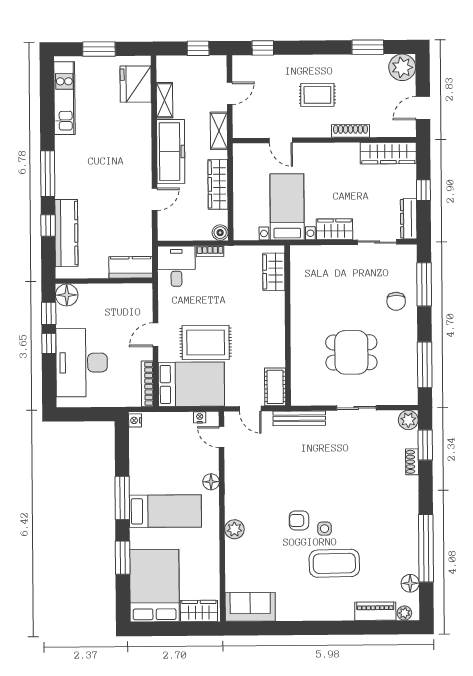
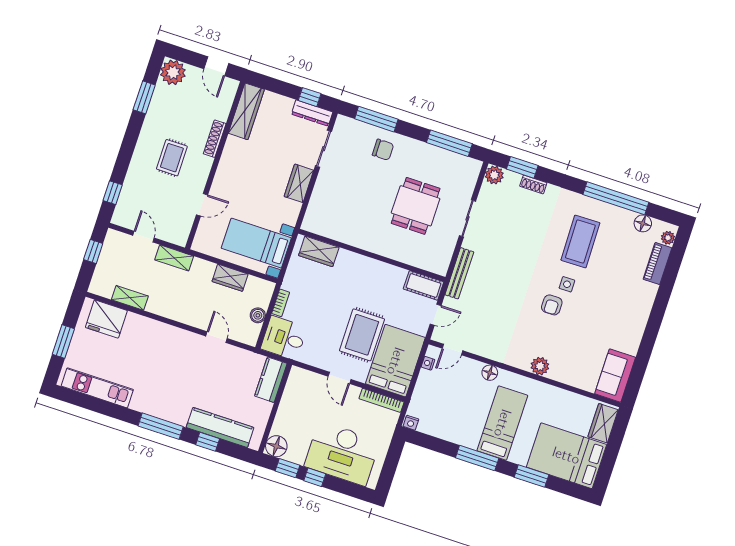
freezer: (171, 152) -> (178, 308), removed
wardrobe: (218, 184) -> (230, 278), width x0.67
window: (423, 190) -> (310, 97), moved
bed with nightstands: (287, 207) -> (256, 243), moved
boiler: (220, 233) -> (258, 315), moved
coffee table: (334, 563) -> (580, 241), moved

